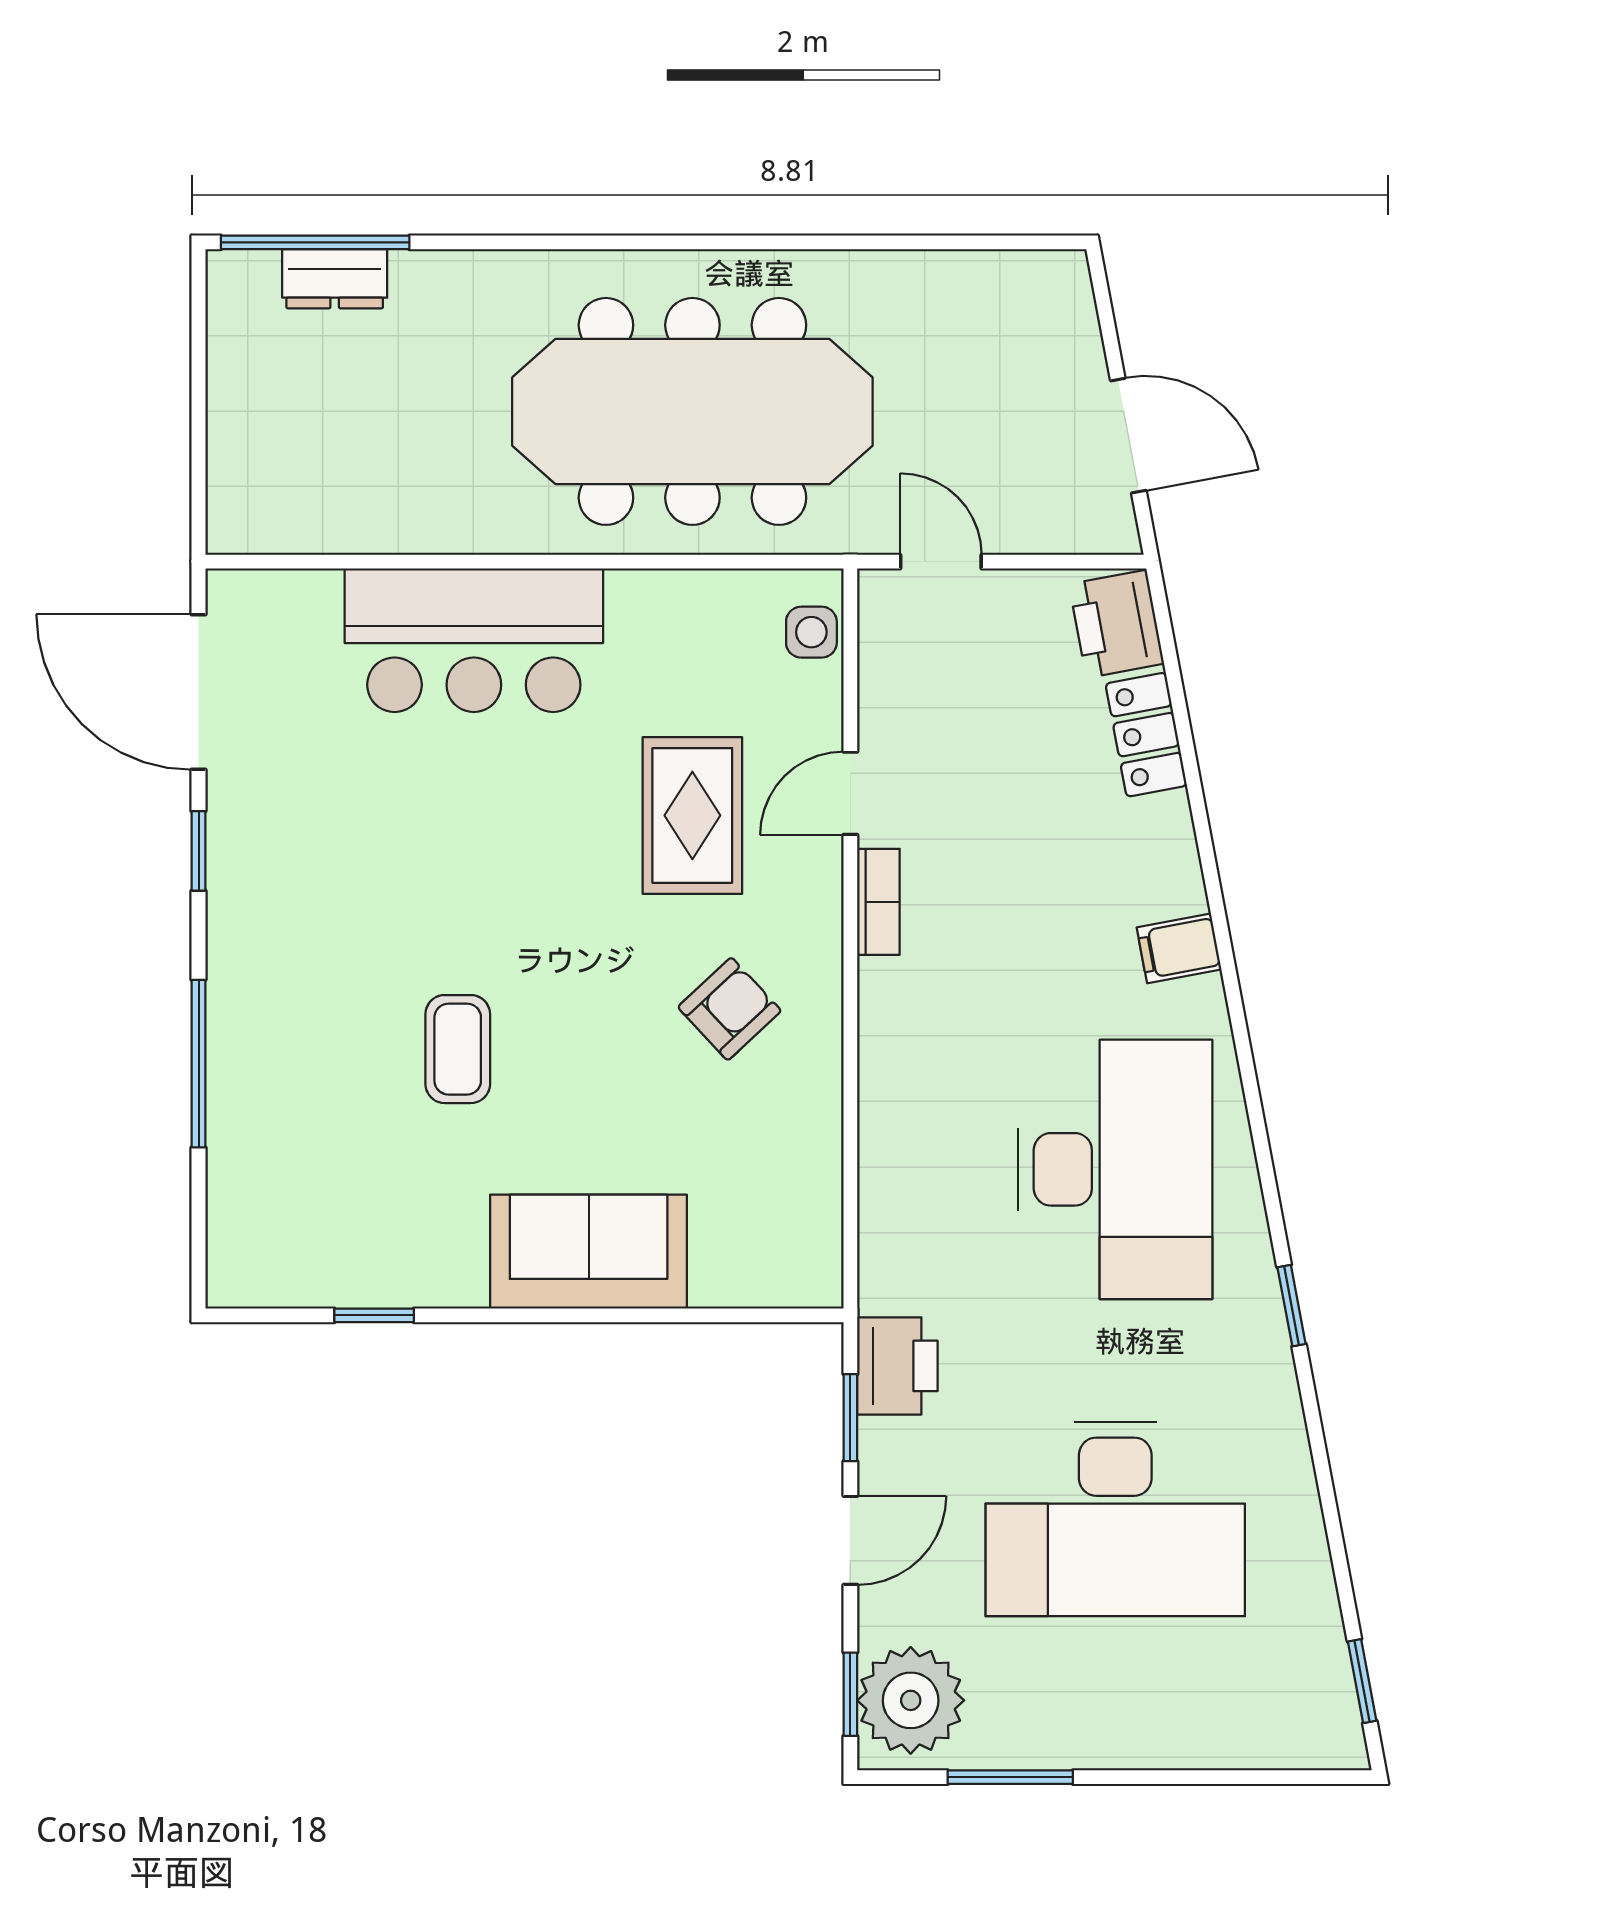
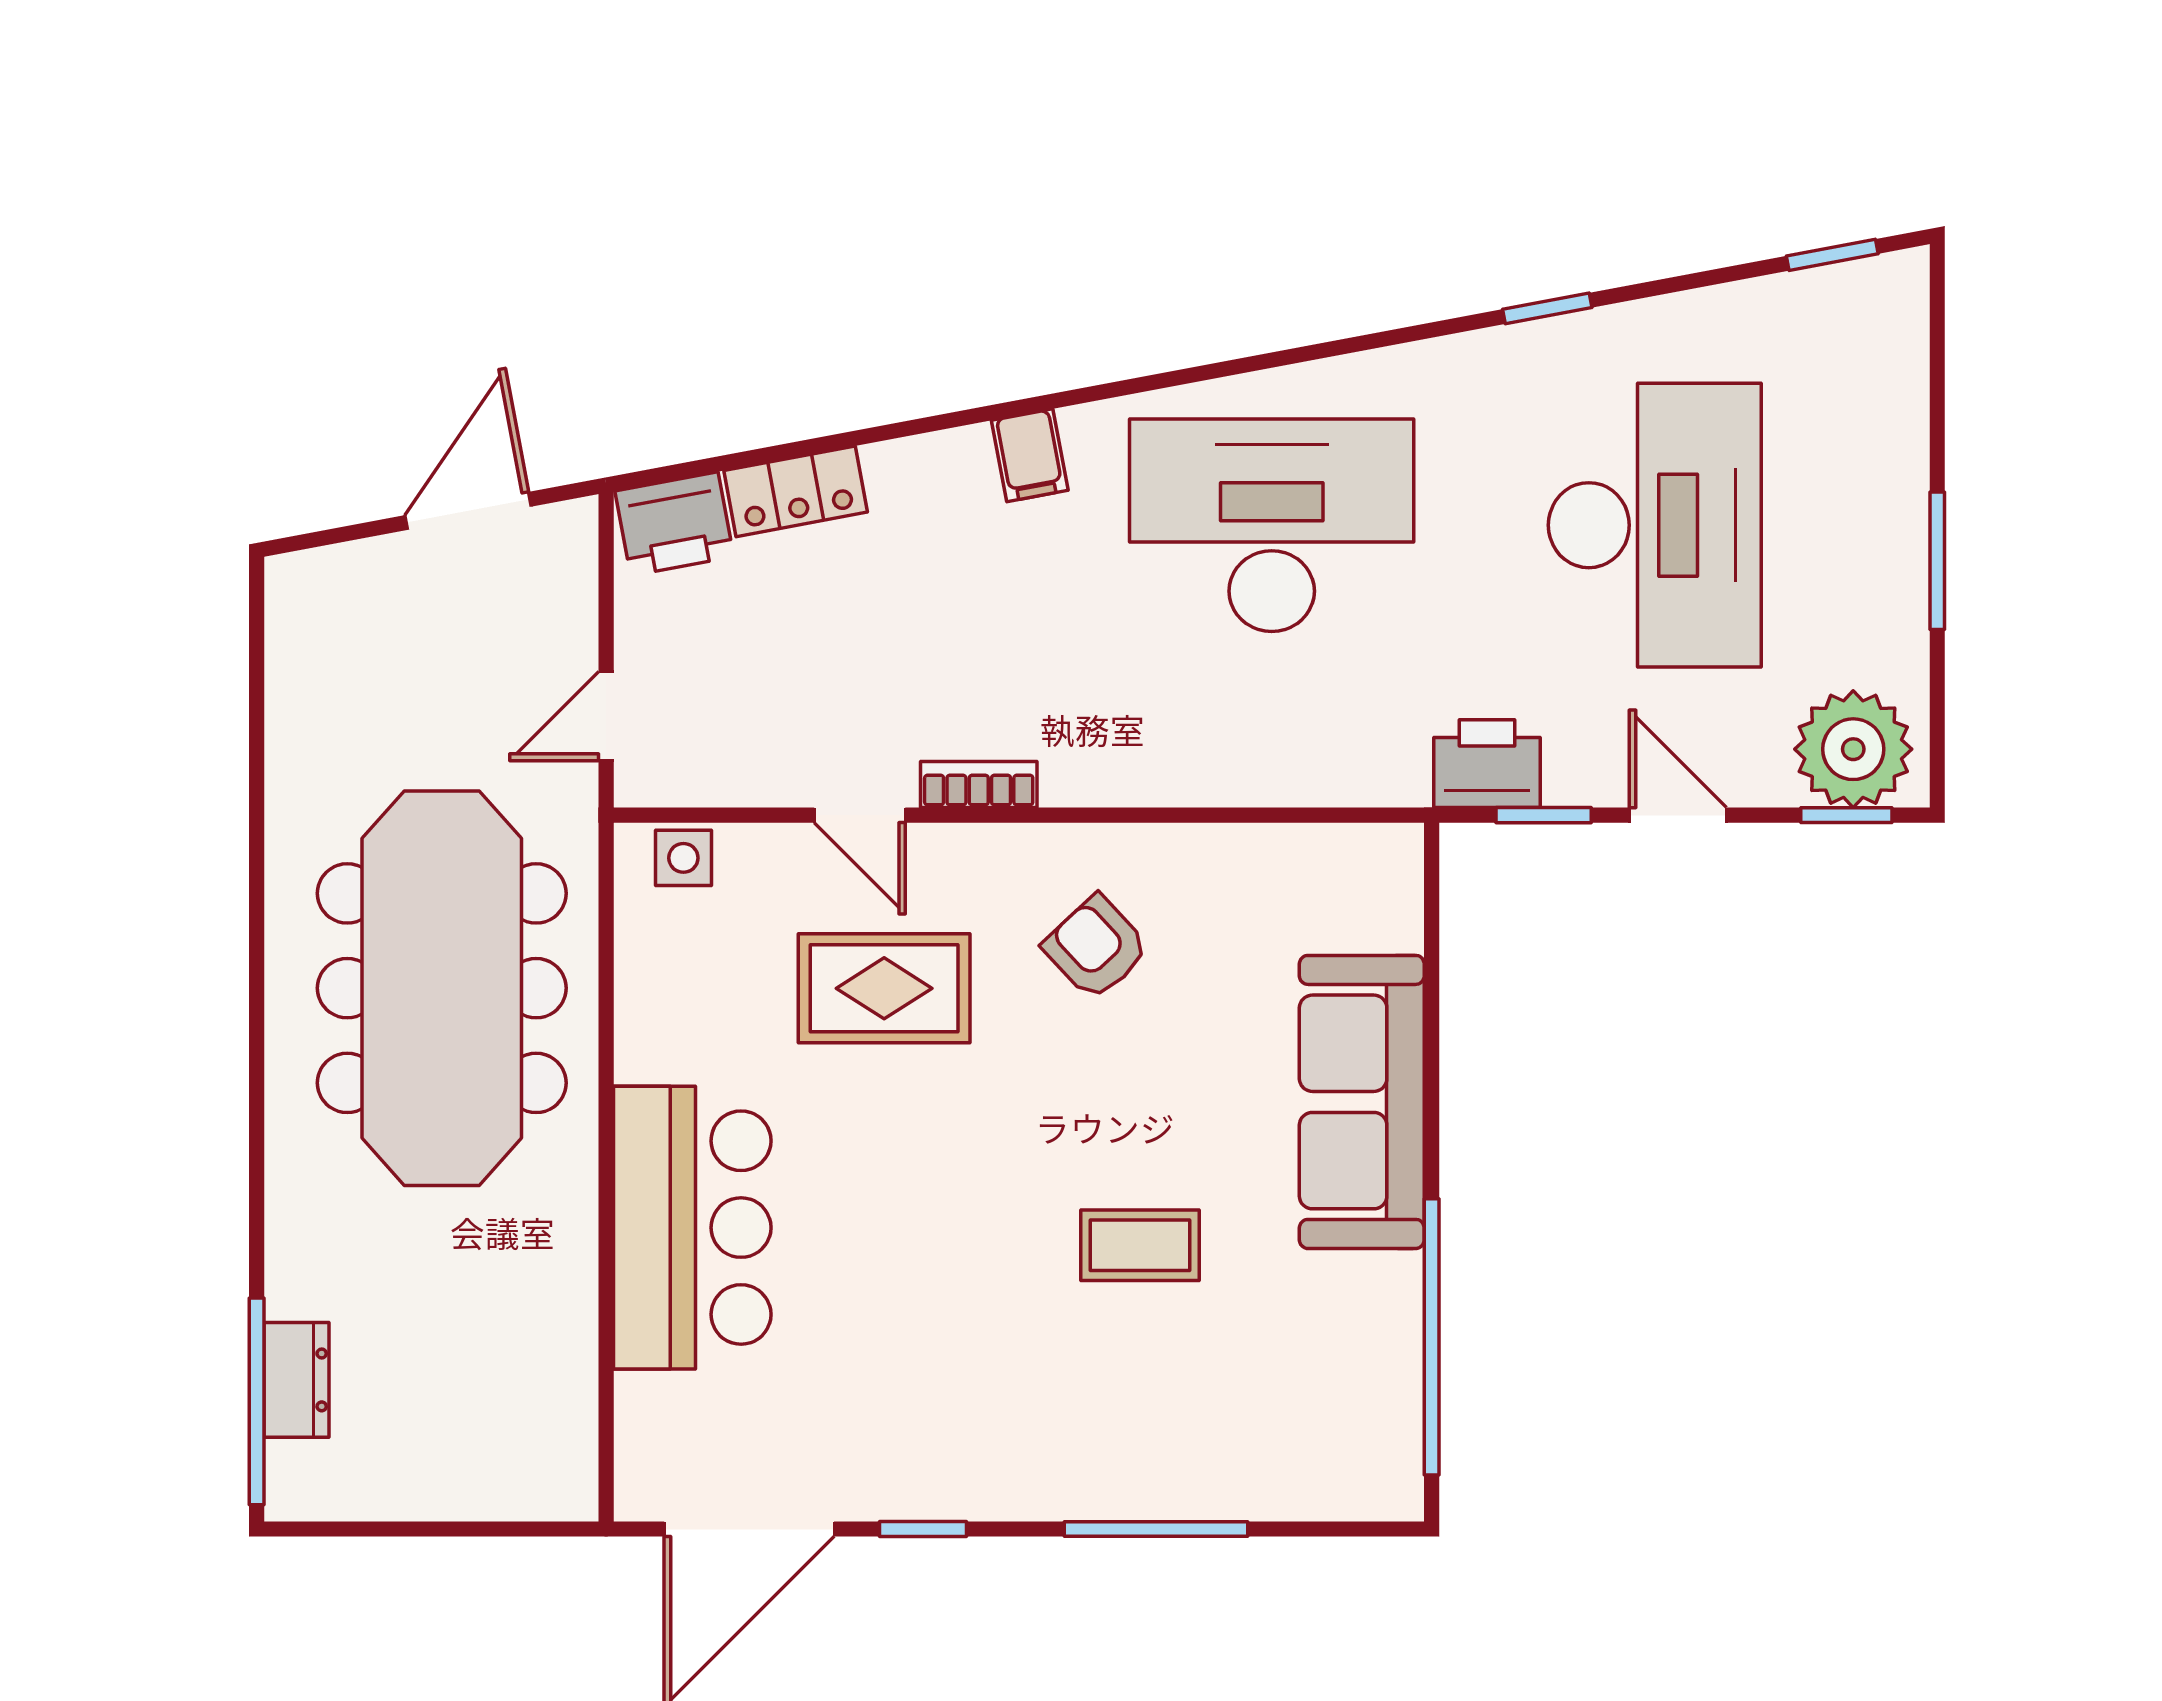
sofa: (589, 1252) -> (1362, 1102), width x1.36
window: (1292, 1306) -> (1547, 308), moved
window: (374, 1315) -> (1432, 1337), width x3.17
window: (1010, 1777) -> (1937, 561), moved

